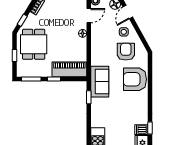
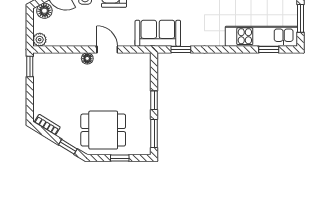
door: (89, 16) -> (107, 50), moved
piano: (69, 69) -> (140, 78), removed

